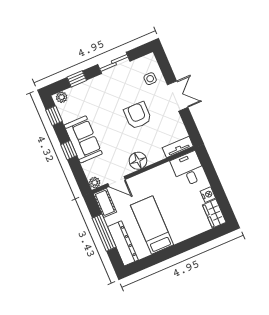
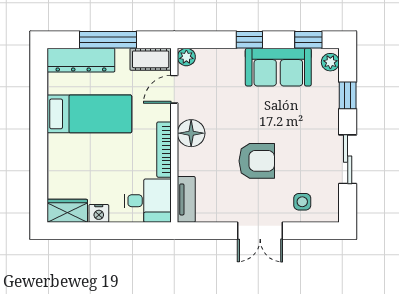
sofa: (83, 139) -> (278, 67), moved
bookcase: (154, 172) -> (164, 150), added

